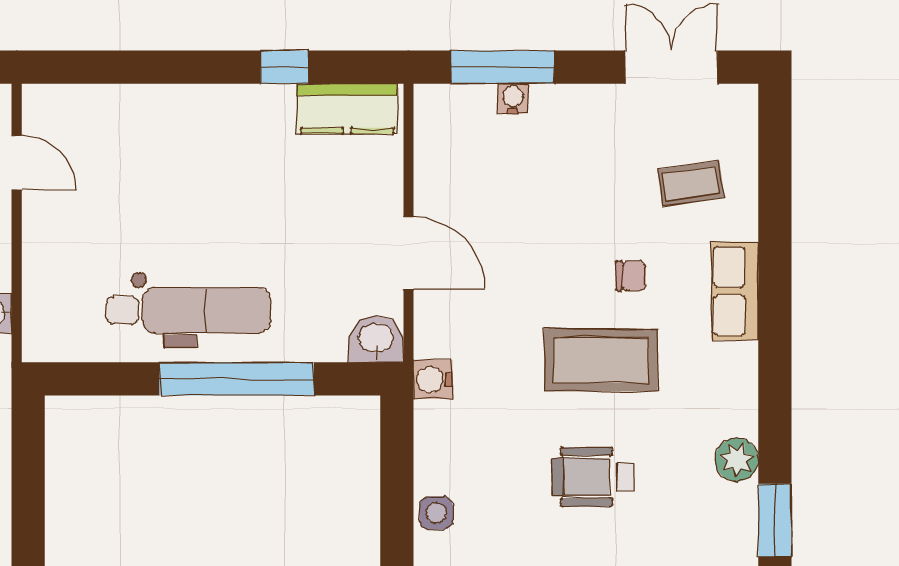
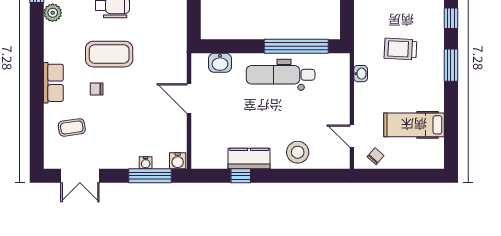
kitchen counter: (347, 109) -> (249, 159), moved
stool: (147, 124) -> (298, 152), added
washbasin: (376, 339) -> (220, 63), moved
window: (237, 379) -> (296, 46), moved
water cooler: (433, 379) -> (178, 161), moved, turned 90

